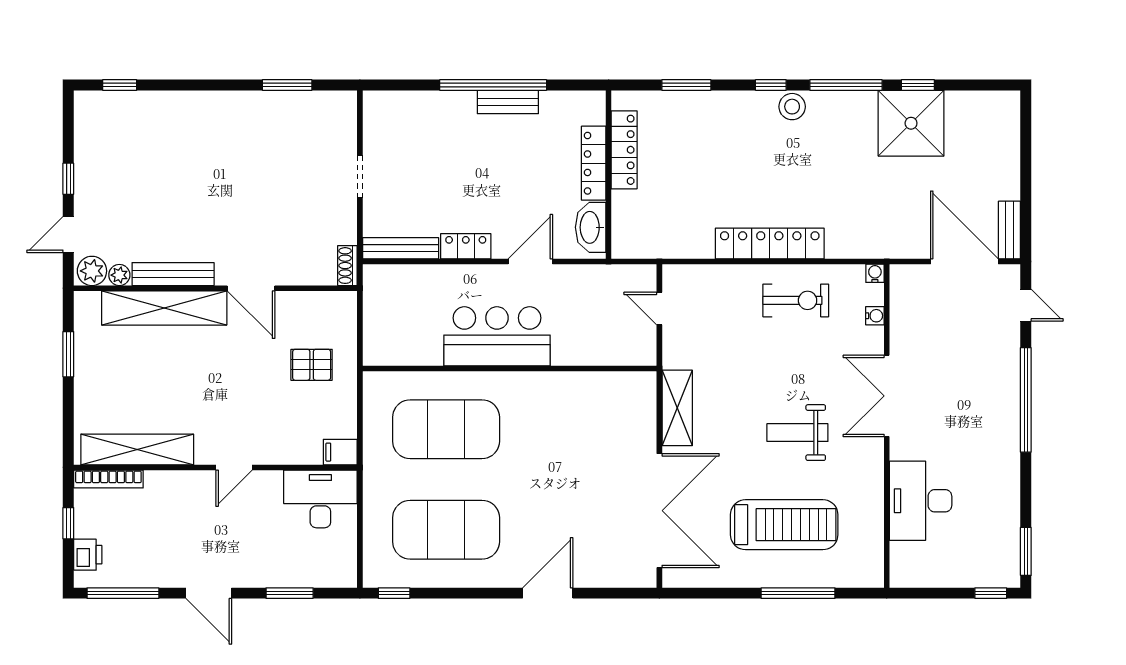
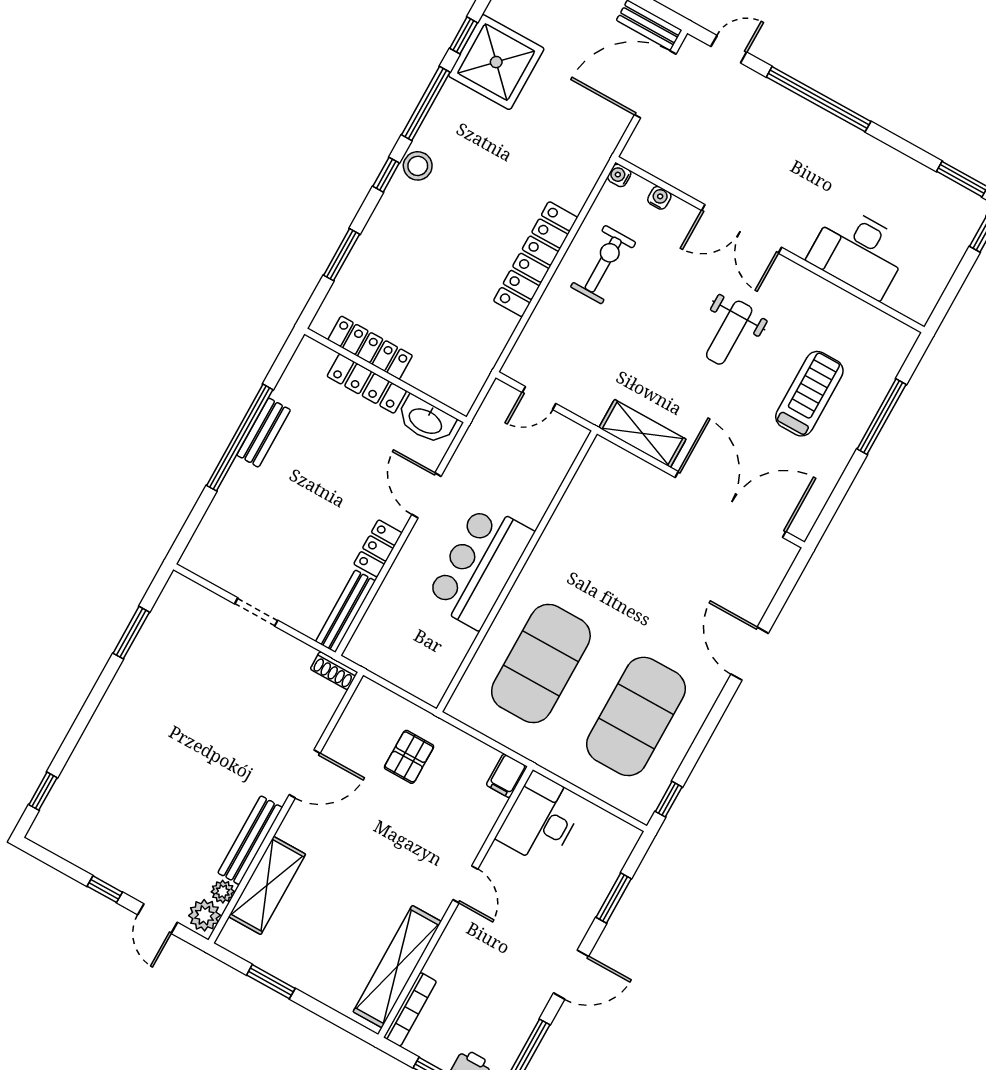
shelving: (164, 308) -> (267, 885), width x0.68
treadmill: (784, 525) -> (809, 394), width x0.73, depth x0.73

